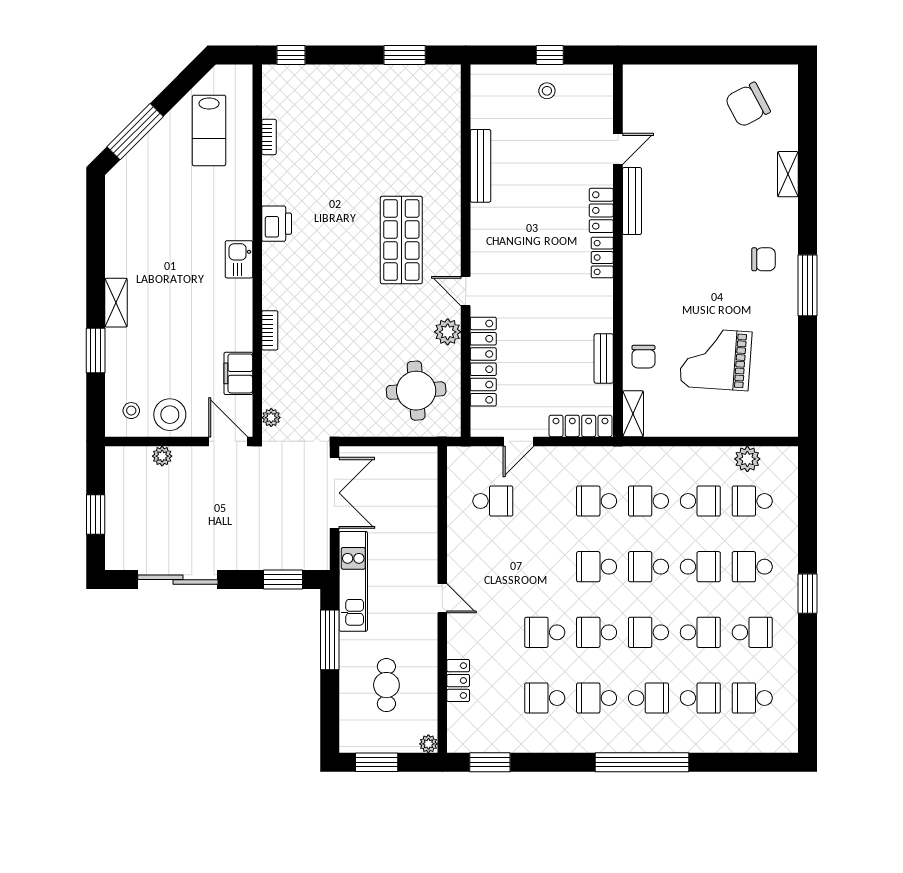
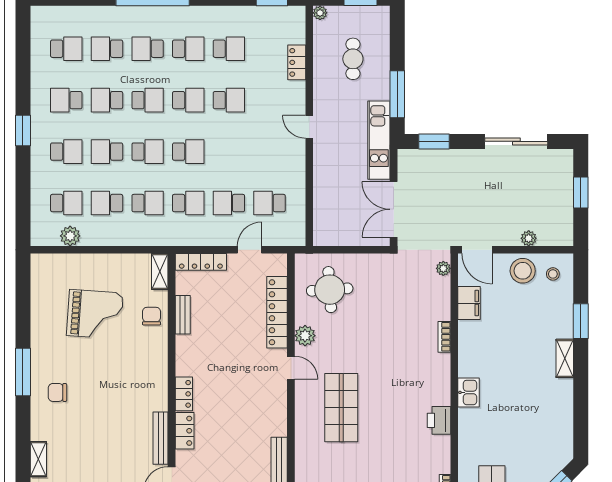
school desk: (545, 501) -> (229, 203), added

